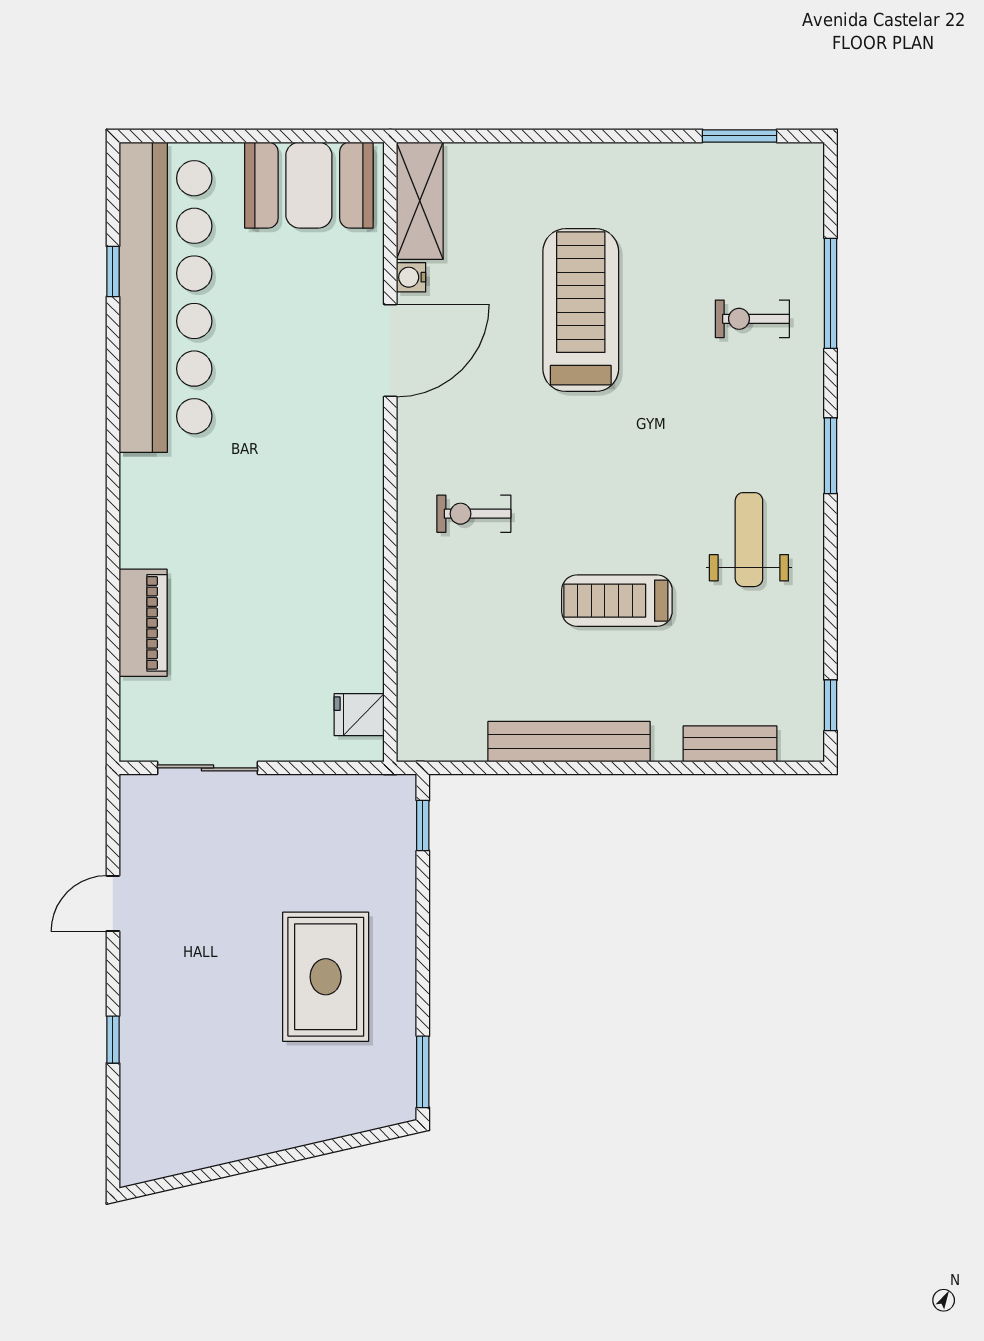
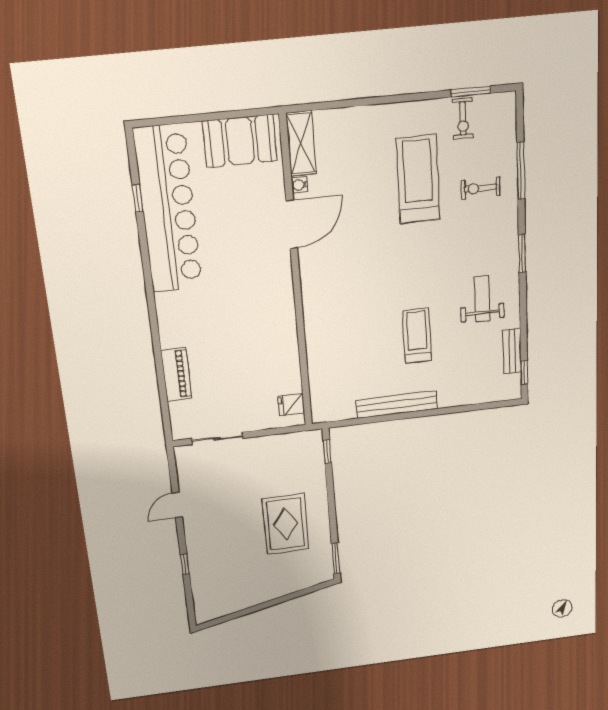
treadmill: (581, 310) -> (418, 179), moved
exercise bike: (474, 514) -> (463, 119), moved, turned -90
treadmill: (617, 601) -> (417, 336), turned 90
bench: (730, 744) -> (512, 351), moved, turned 90

